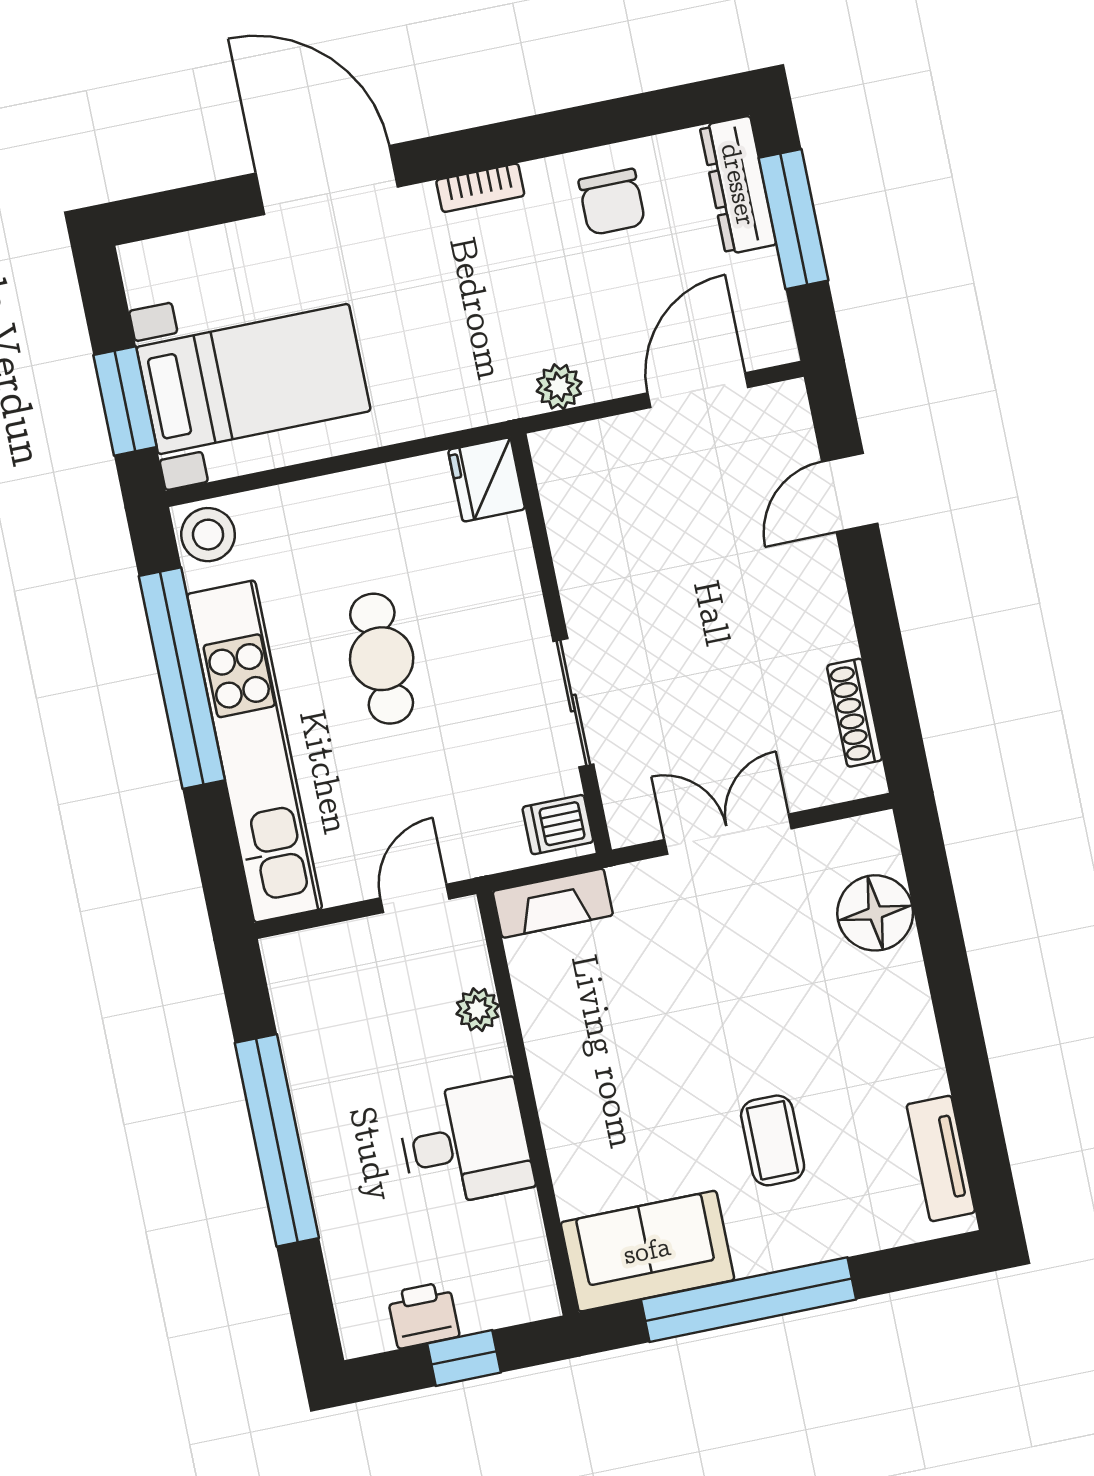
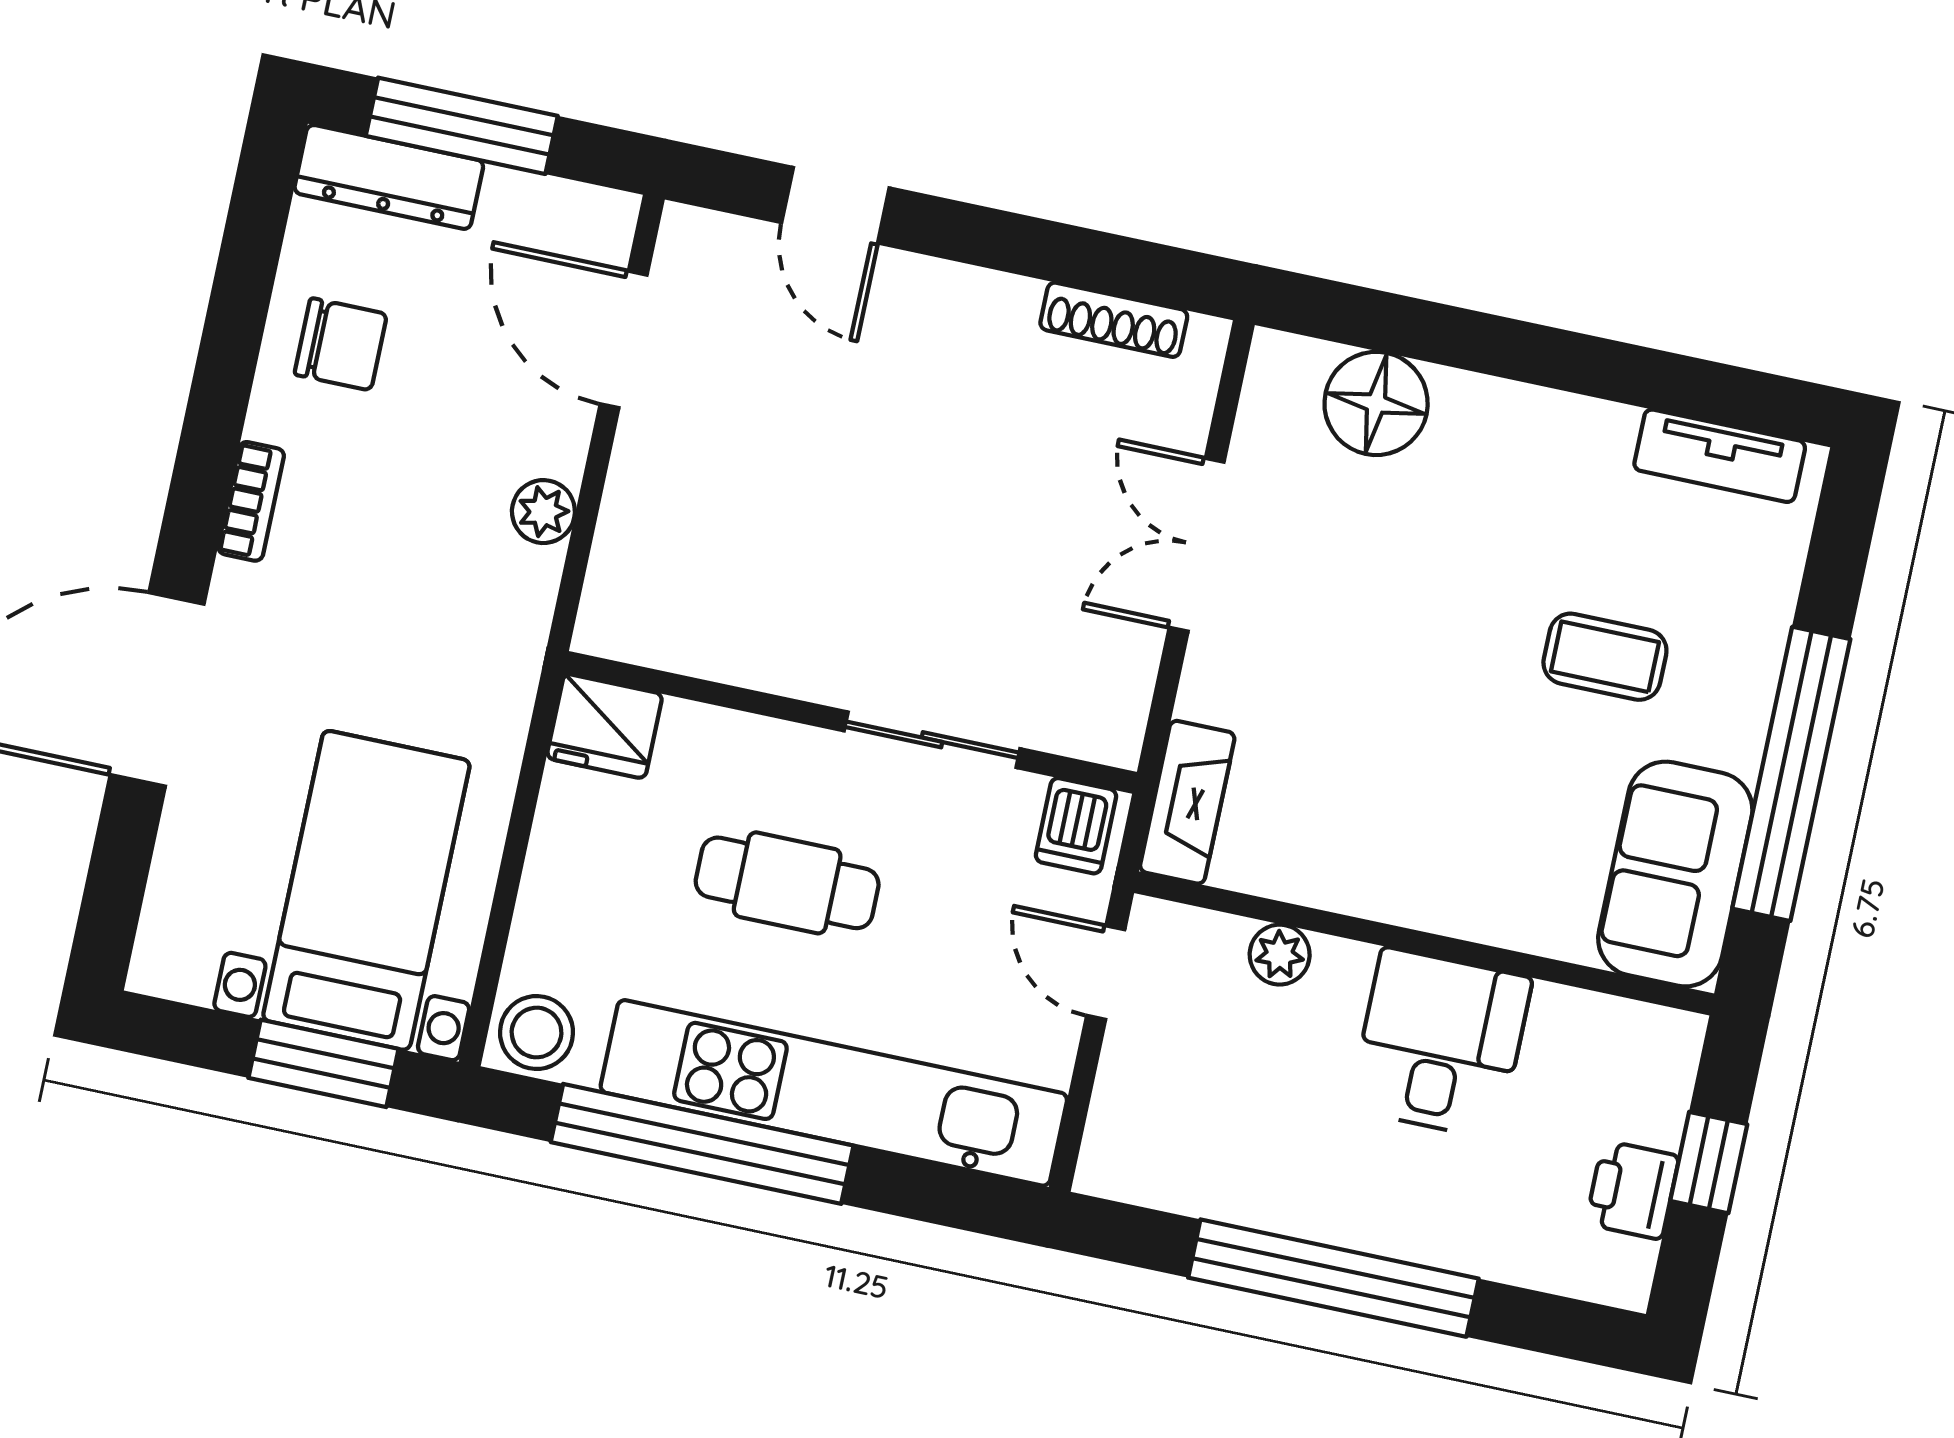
fridge: (487, 480) -> (605, 726), moved
wall: (561, 643) -> (851, 722), moved
sliding door: (573, 703) -> (932, 740), moved
dishwasher: (558, 825) -> (1076, 826), moved

